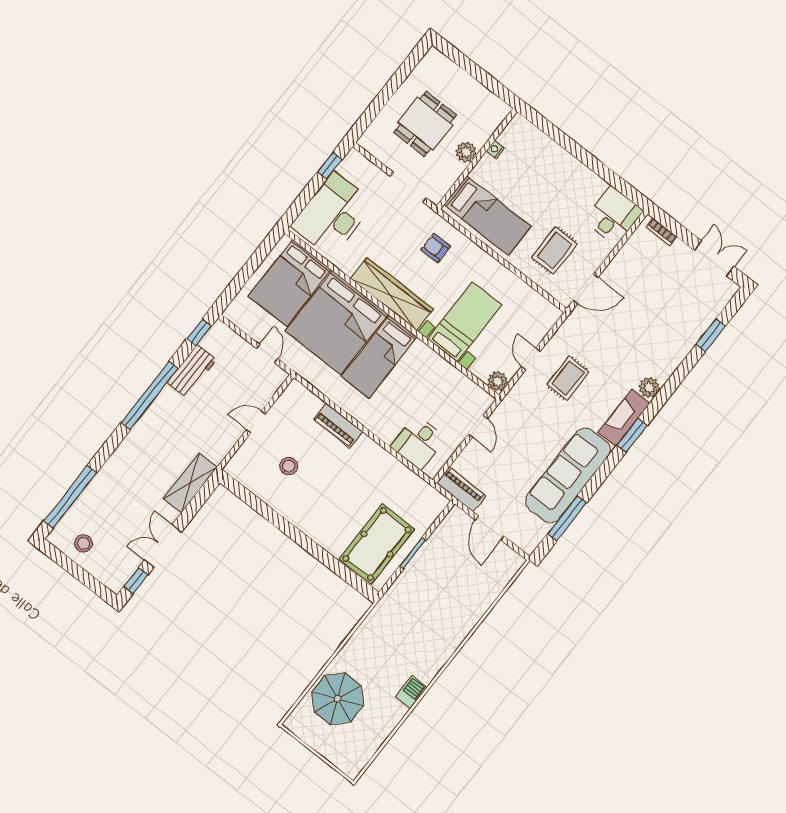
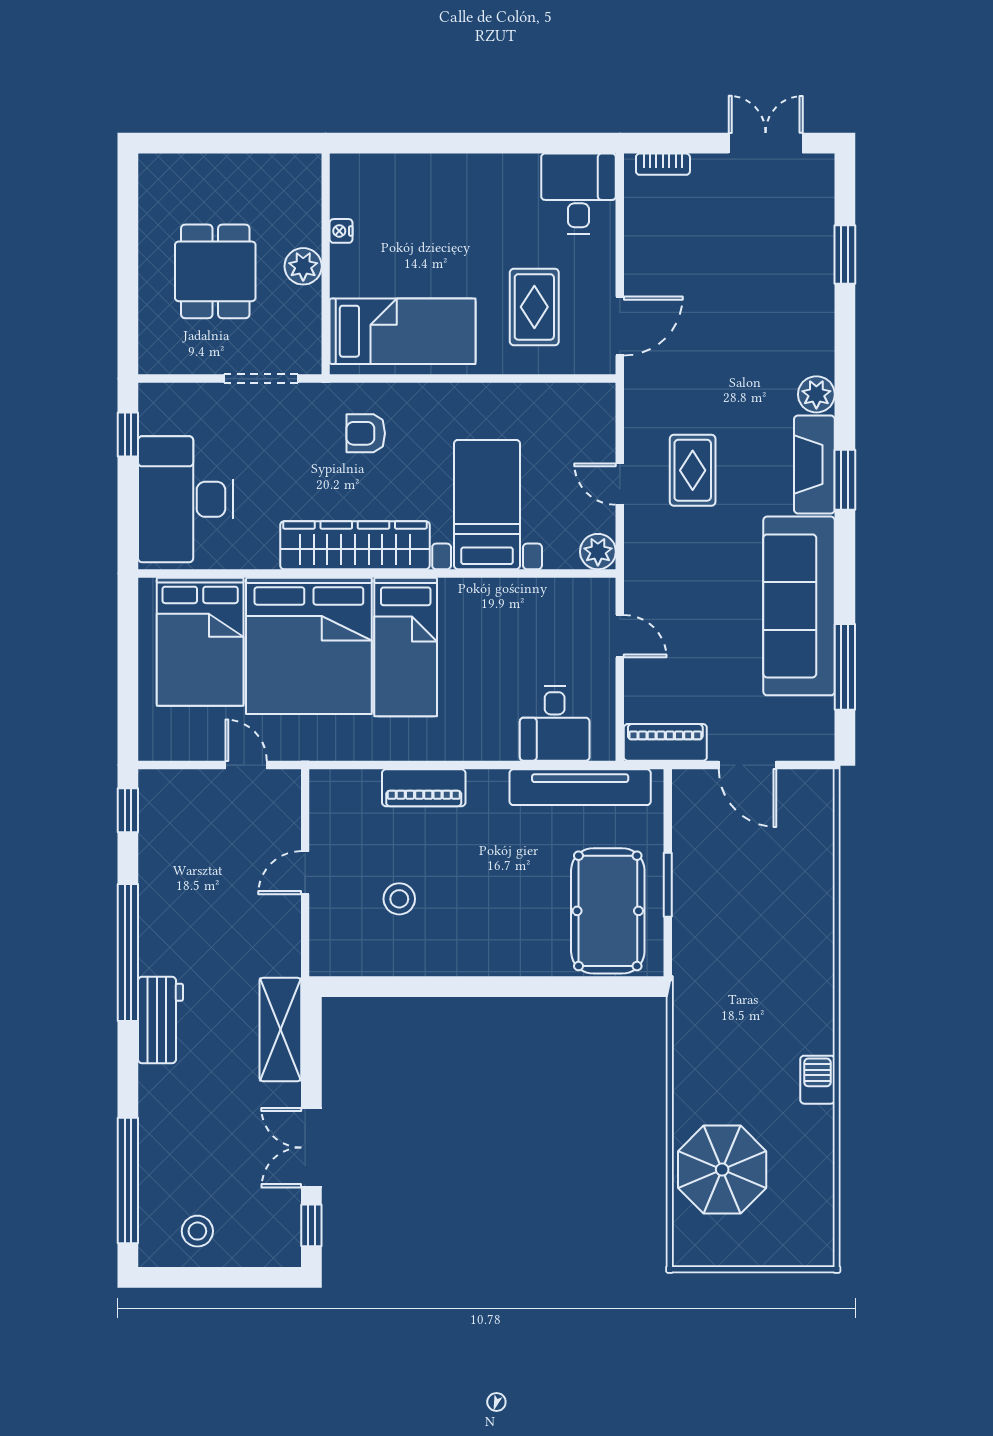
workbench: (192, 371) -> (161, 1020), moved
tv unit: (408, 480) -> (580, 787), added

